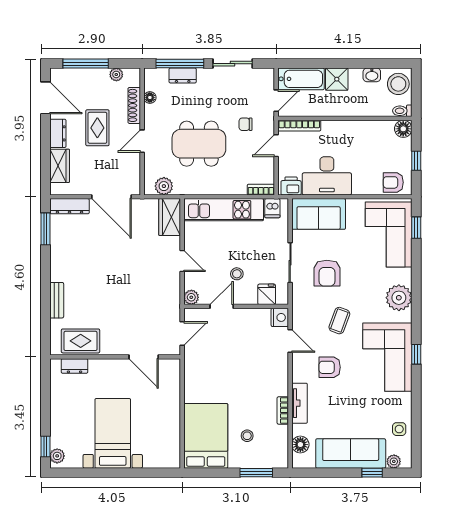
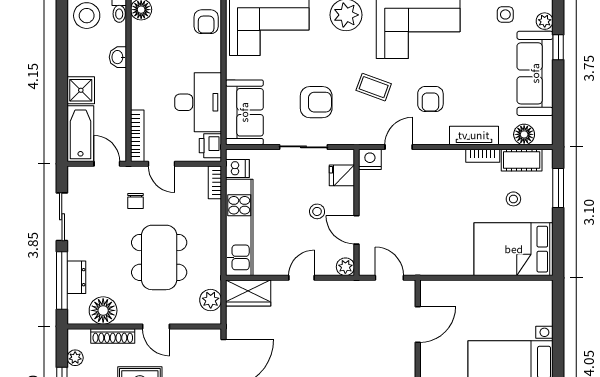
washbasin: (372, 75) -> (118, 57), moved, turned 180
floor lamp: (150, 97) -> (103, 310), width x1.89, depth x1.89
cot: (279, 442) -> (522, 160), added

